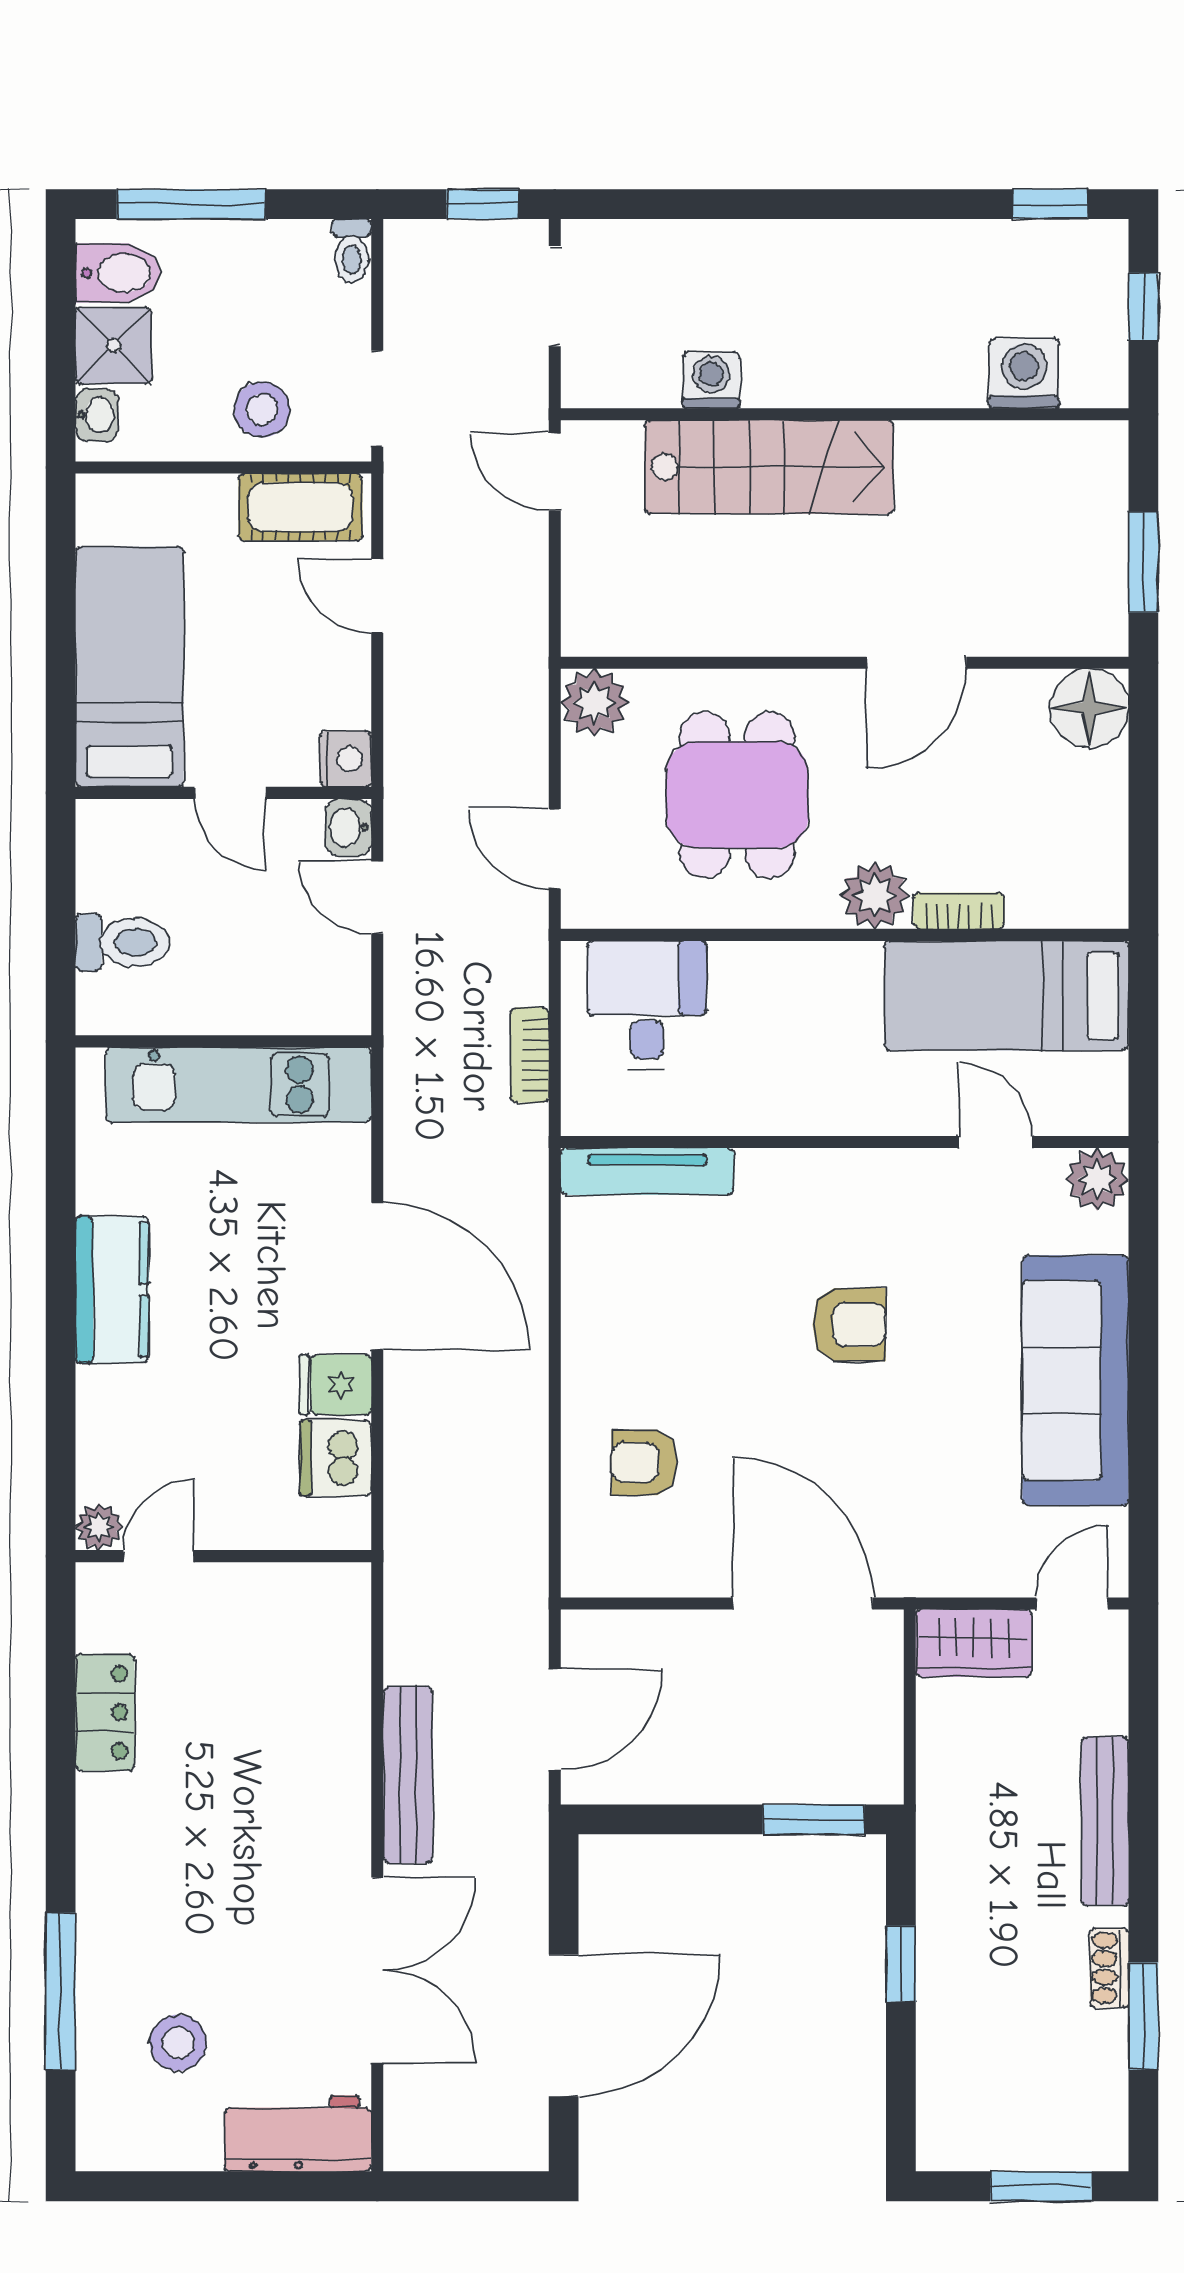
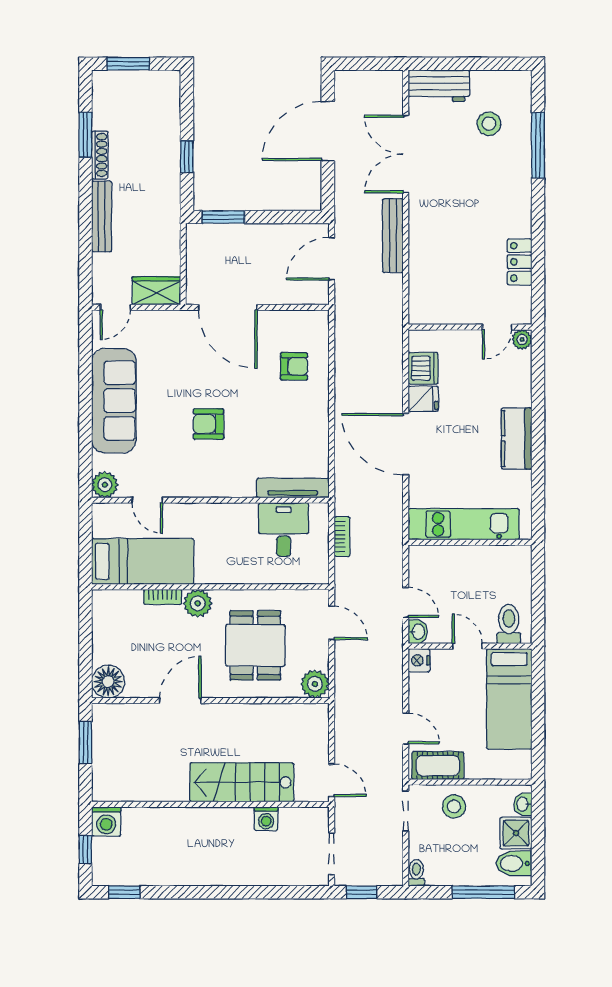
washing machine: (1024, 373) -> (106, 822), moved
toilet: (122, 942) -> (509, 624), moved, turned 90
desk: (647, 1005) -> (284, 530), moved, turned 180
shoe rack: (1109, 1968) -> (100, 155), width x1.43

